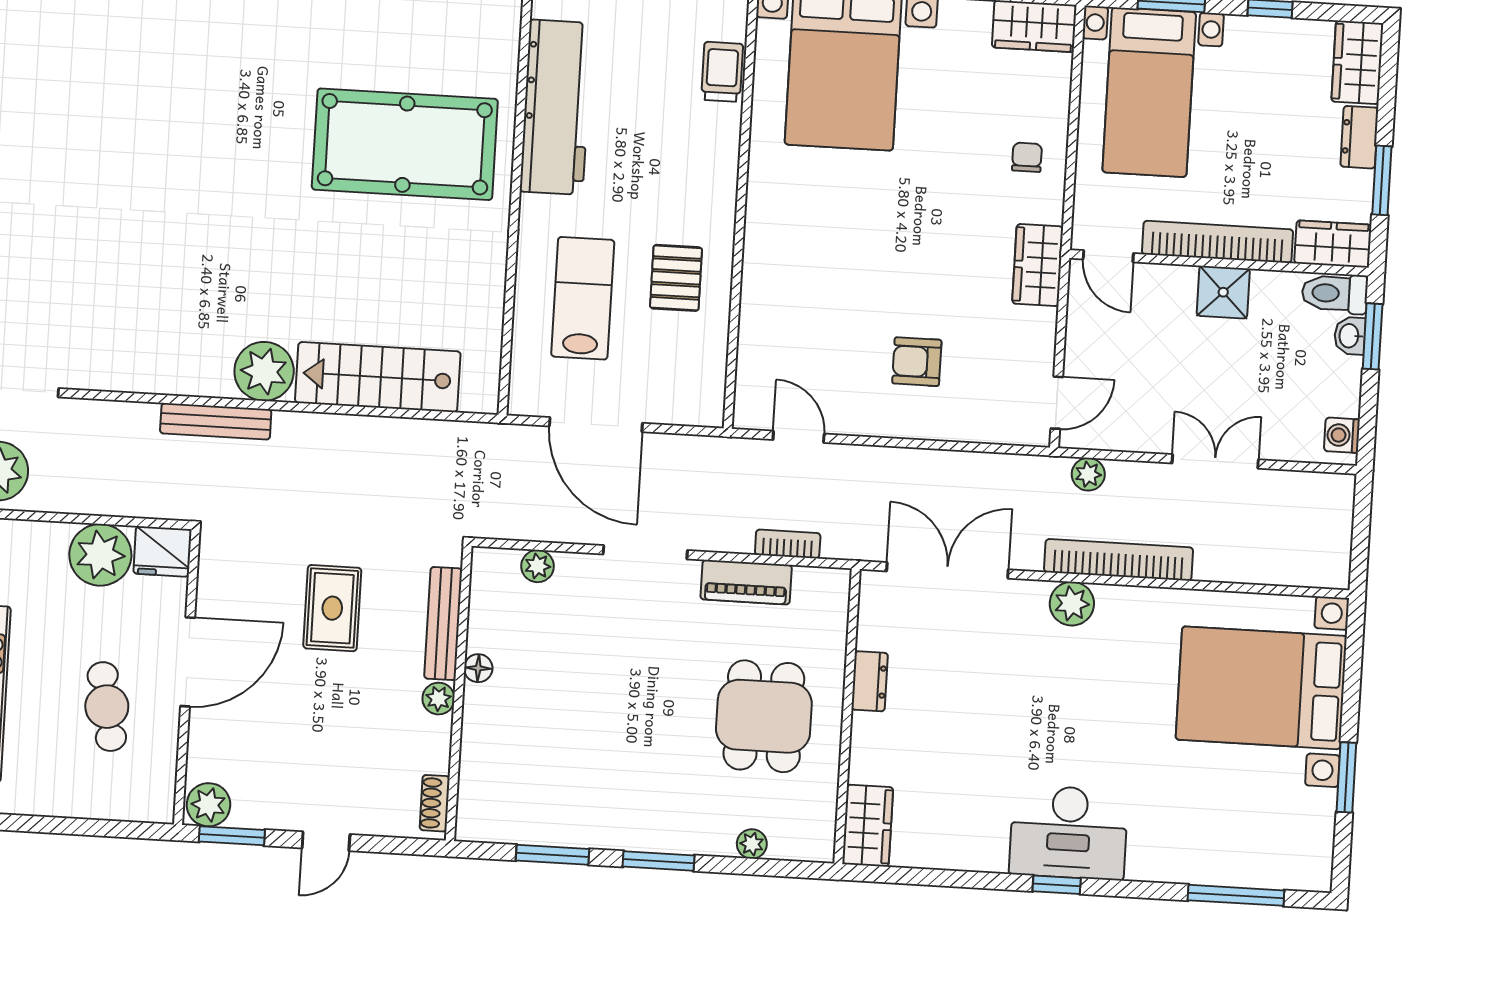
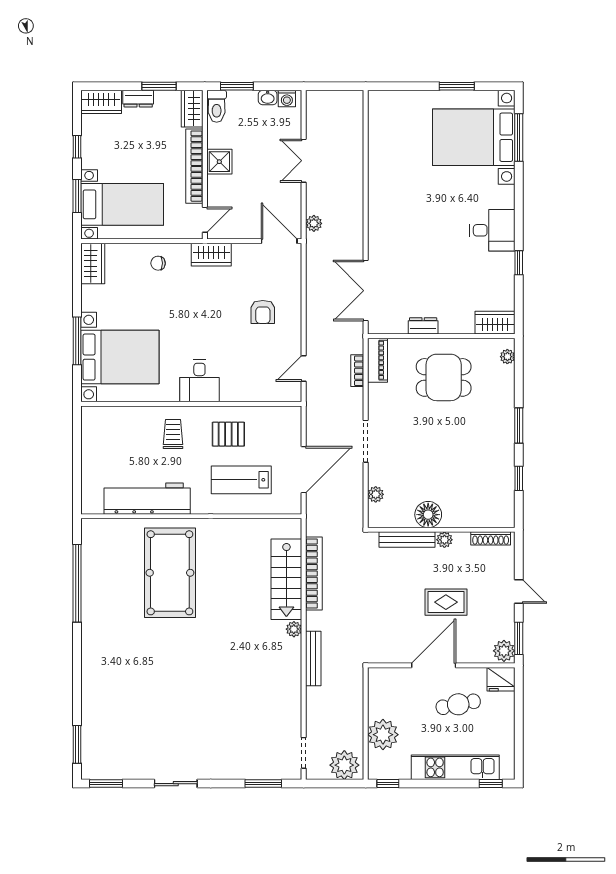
trolley: (722, 72) -> (173, 434), moved, turned 90
desk: (786, 226) -> (199, 381), added
washbasin: (1350, 336) -> (268, 97), moved
plant: (264, 371) -> (294, 629), width x0.53, depth x0.53
door: (1057, 403) -> (279, 241), width x1.38
fridge: (162, 551) -> (501, 679), moved, turned 90
plant: (100, 555) -> (383, 735), moved
bookcase: (1119, 560) -> (314, 573), moved, turned 180
piano: (746, 582) -> (378, 360), moved
plant: (1072, 604) -> (379, 228), removed
rug: (332, 608) -> (446, 602), moved
door: (188, 662) -> (434, 665), hinge flipped
floor lamp: (478, 668) -> (428, 515), width x1.89, depth x1.89
bed with nightstands: (1261, 688) -> (474, 137), moved, turned 90
shoe rack: (435, 803) -> (491, 538), width x1.43
desk: (1069, 832) -> (492, 230), width x0.73
plant: (752, 844) -> (507, 357), moved
window: (553, 855) -> (519, 478), width x0.67
window: (1057, 885) -> (519, 263), moved

